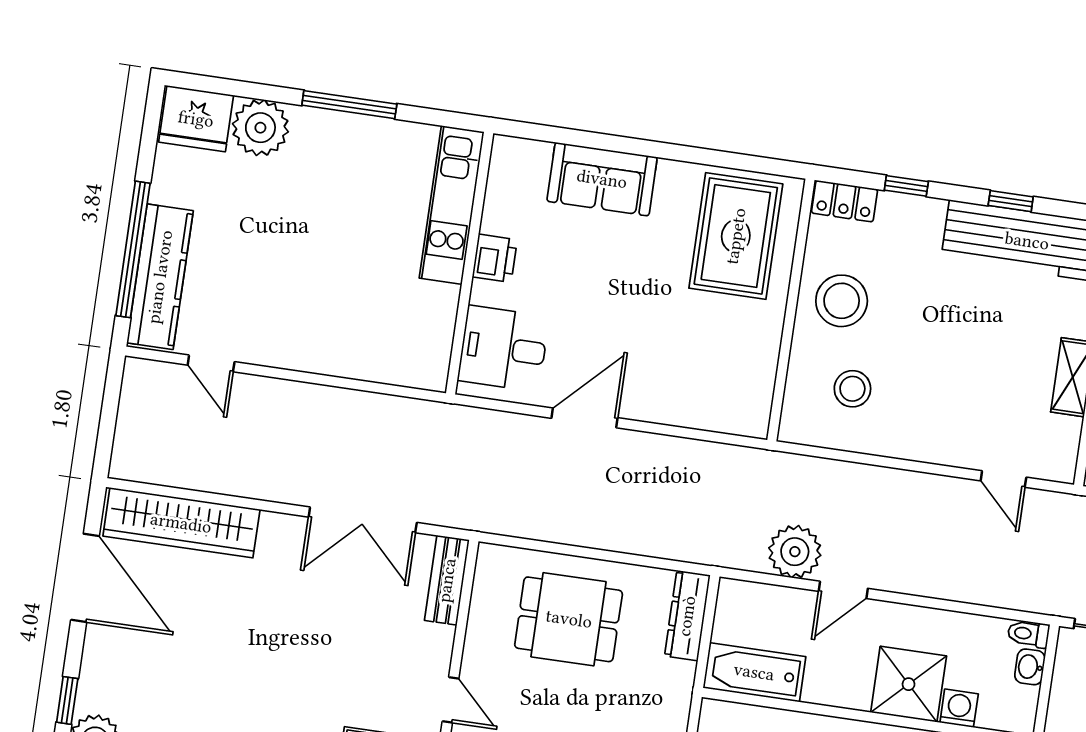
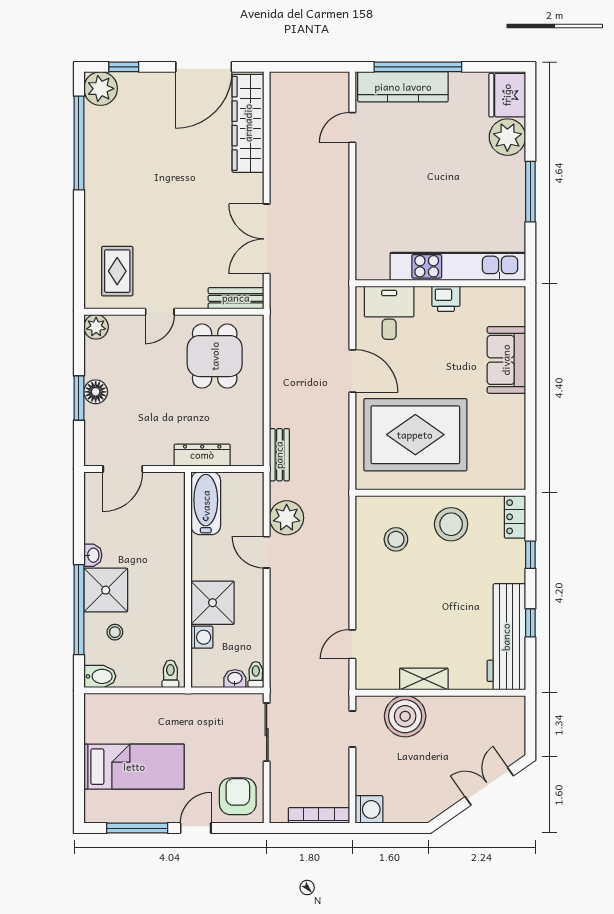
kitchen unit: (452, 205) -> (458, 266), width x1.36
rug: (736, 236) -> (415, 435), moved, width x1.37, depth x1.44
bench: (697, 548) -> (279, 455), added
dresser: (687, 616) -> (202, 455), moved
dining table: (569, 619) -> (215, 356), moved

